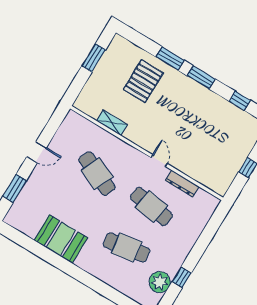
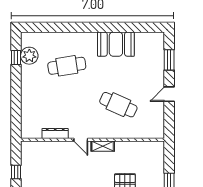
shelving: (112, 123) -> (103, 146), moved
cafe table: (151, 206) -> (67, 105), removed
window: (182, 277) -> (16, 57), moved

